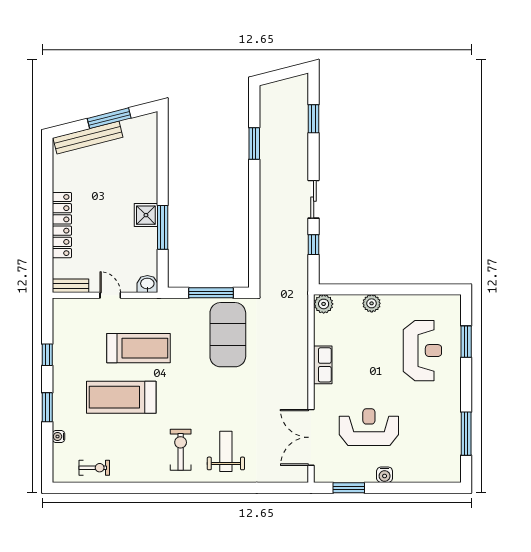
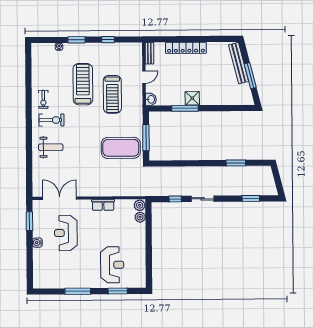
plant: (372, 303) -> (140, 217), moved
reception desk: (422, 351) -> (112, 265), turned -90
reception desk: (369, 427) -> (66, 233), turned 180
window: (466, 434) -> (78, 291), moved
exercise bike: (94, 468) -> (43, 99), moved

